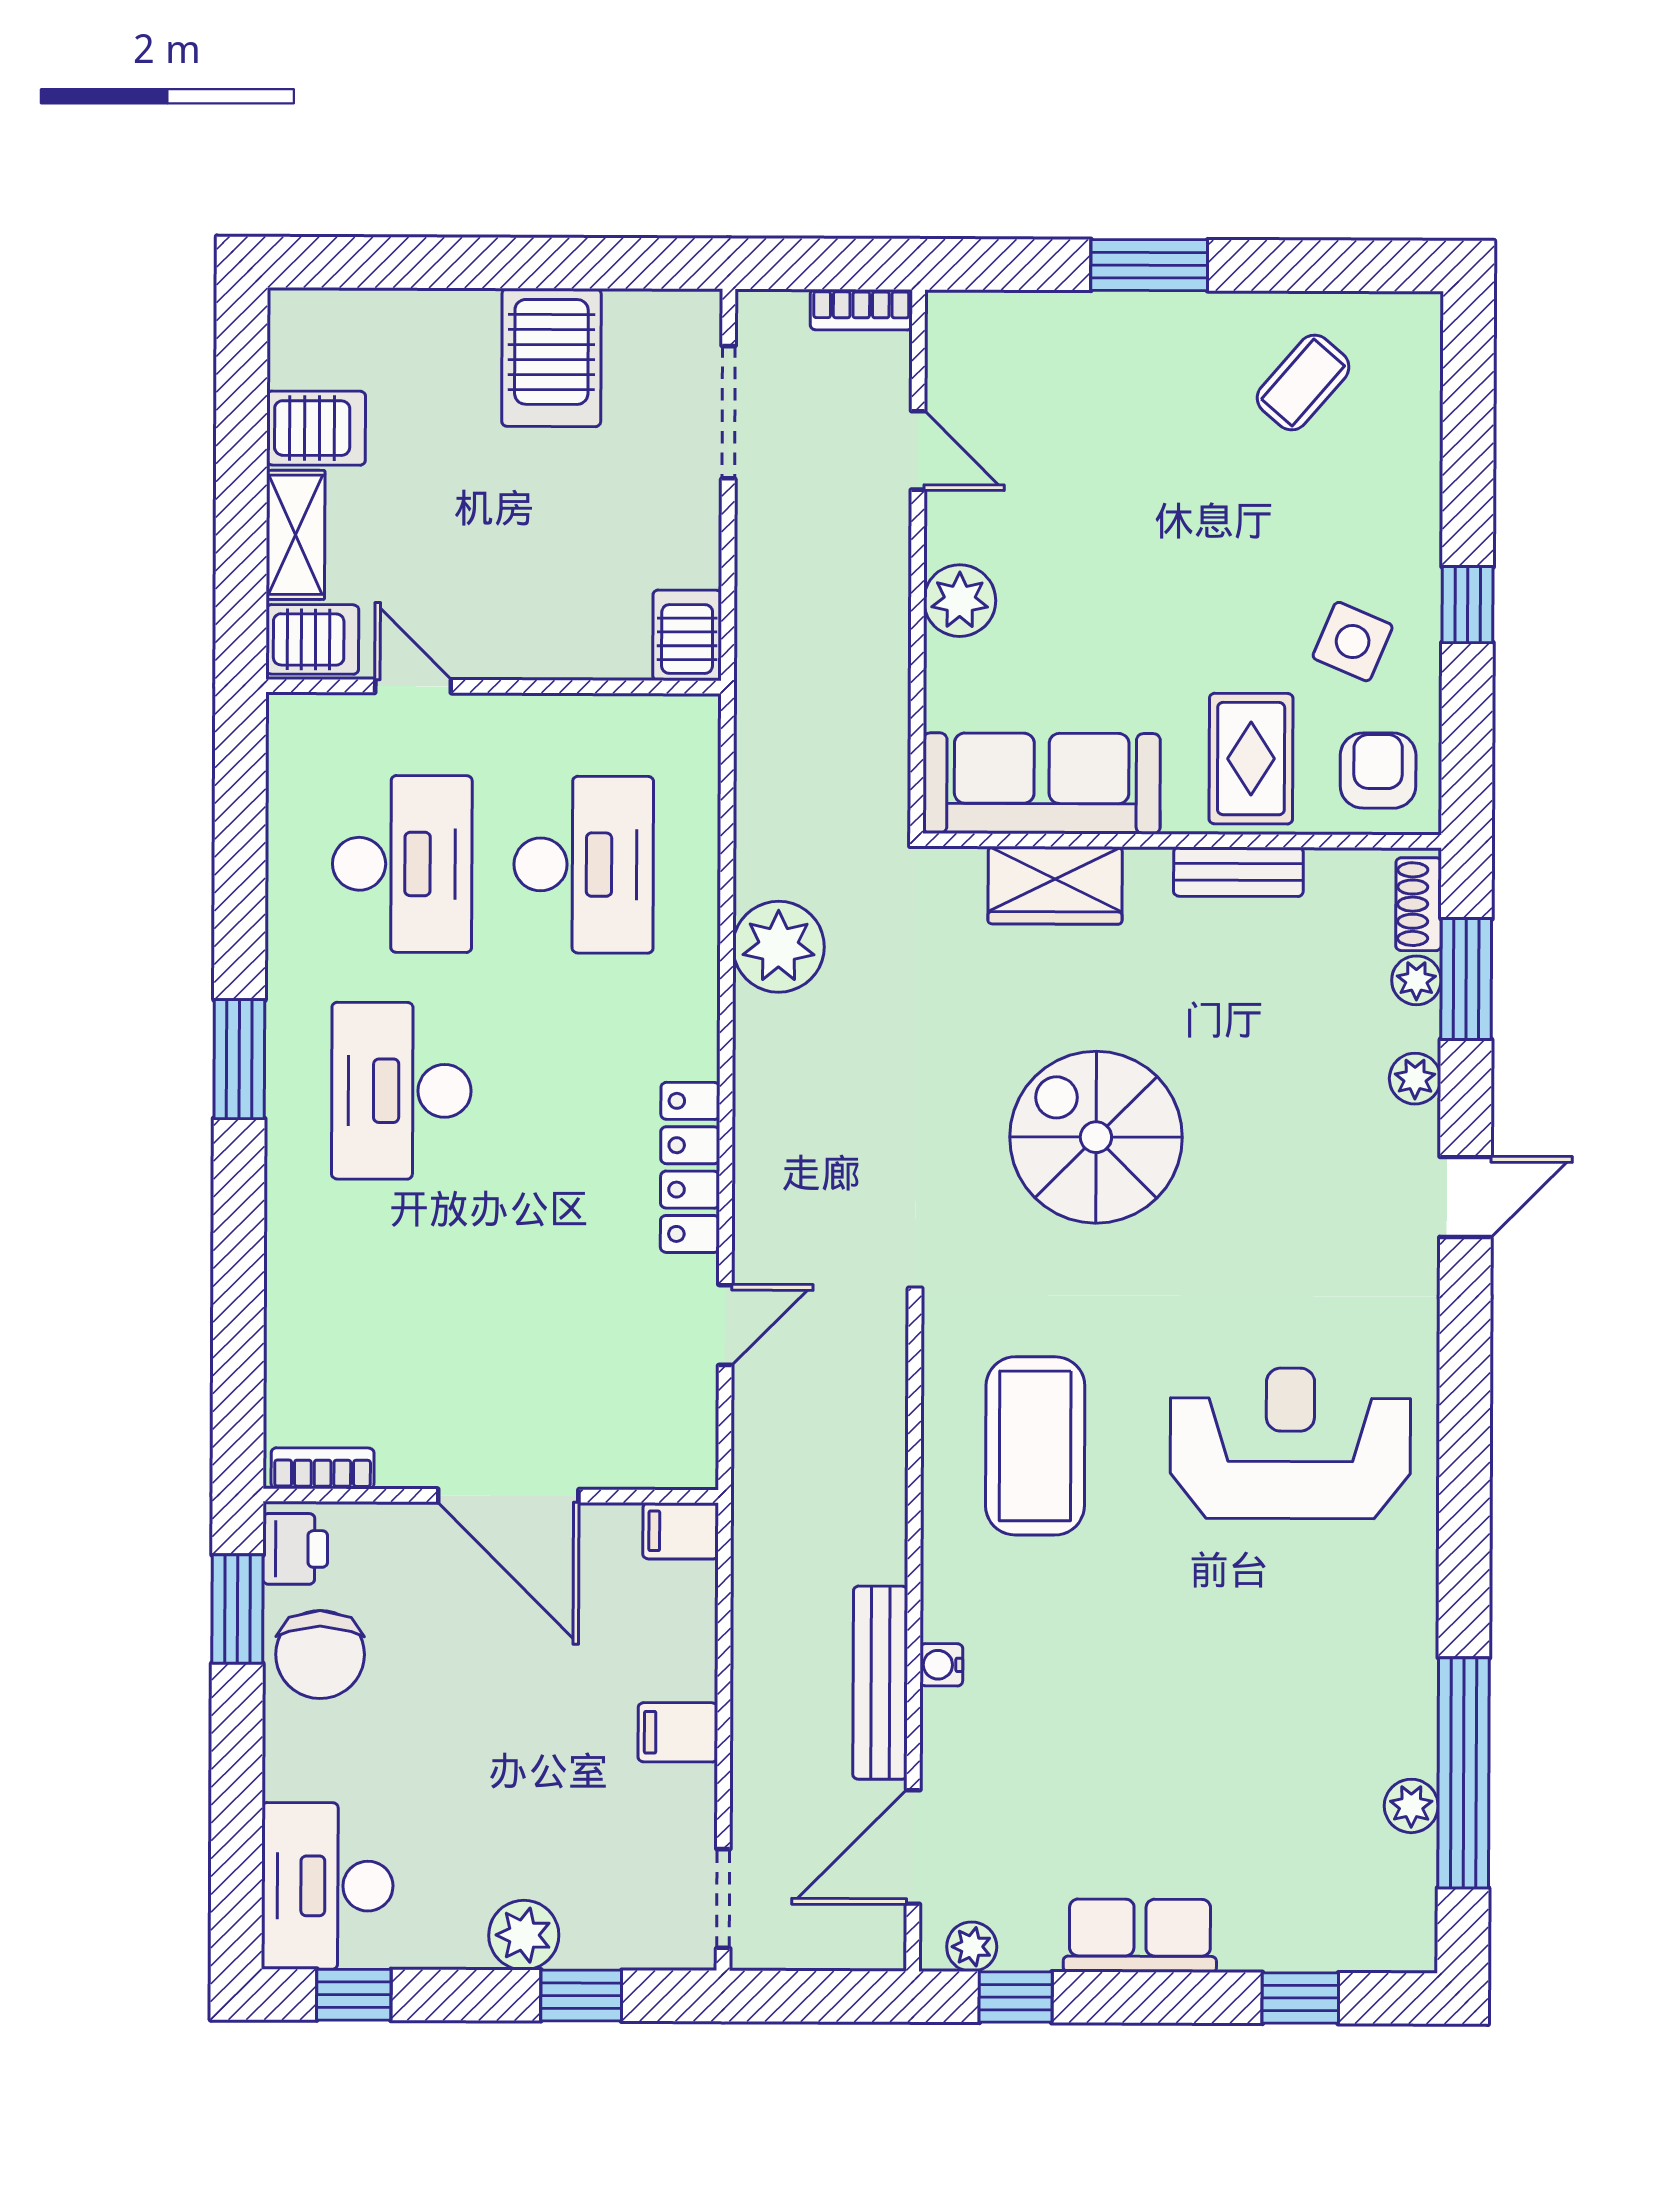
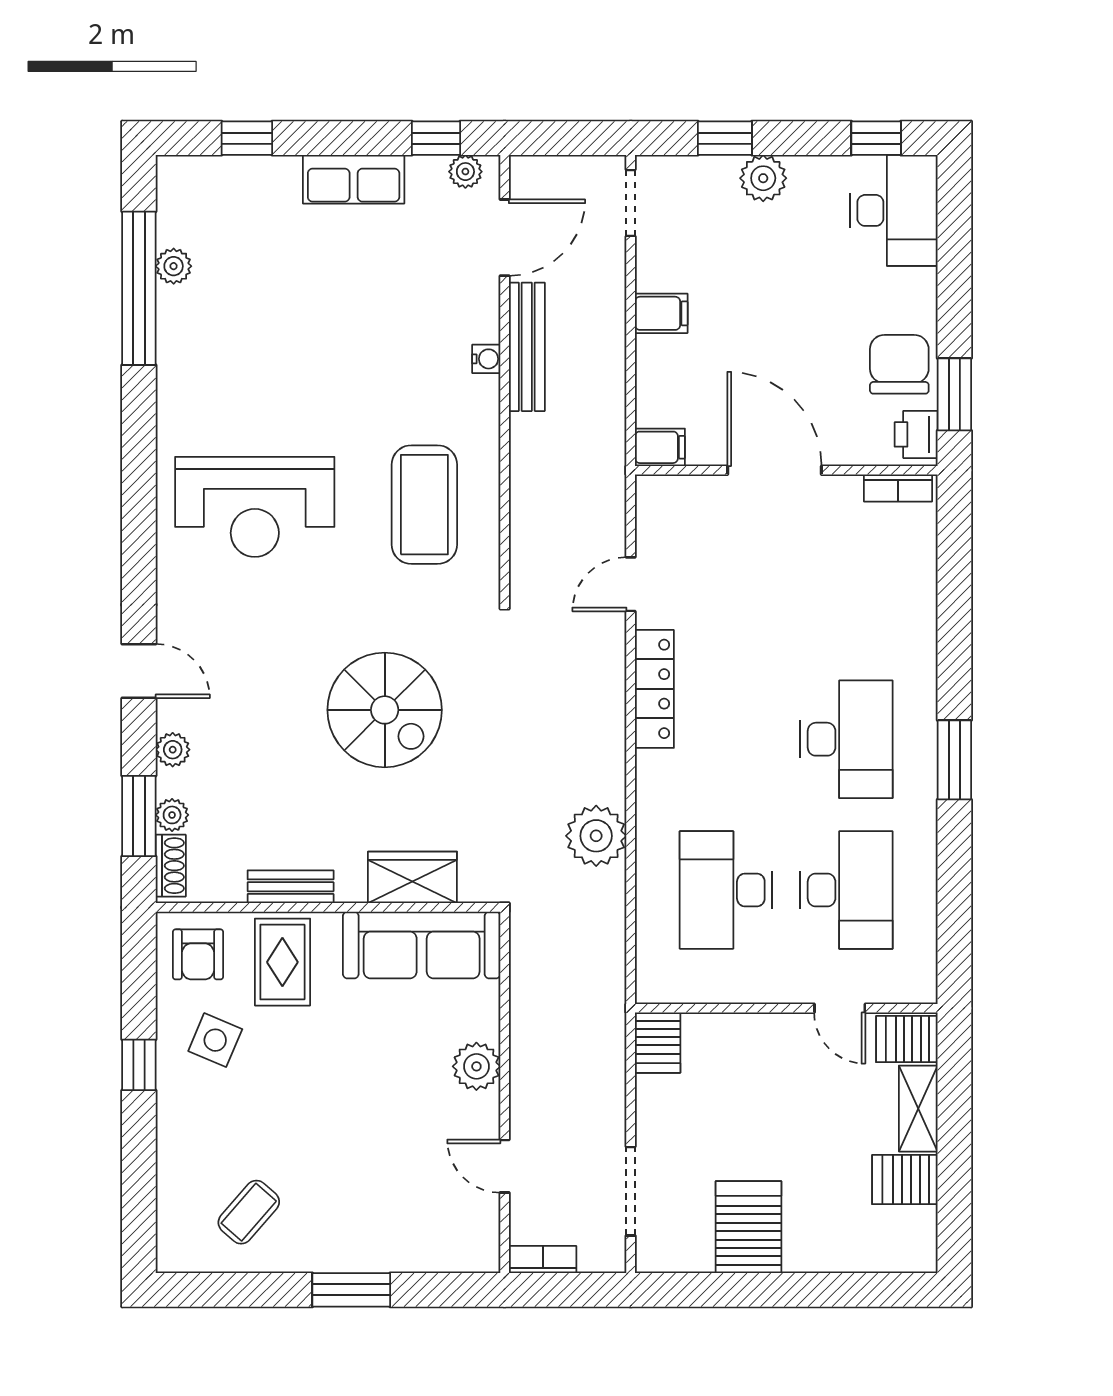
desk: (402, 864) -> (846, 890), turned 180
door: (1465, 1197) -> (139, 671), swing flipped

